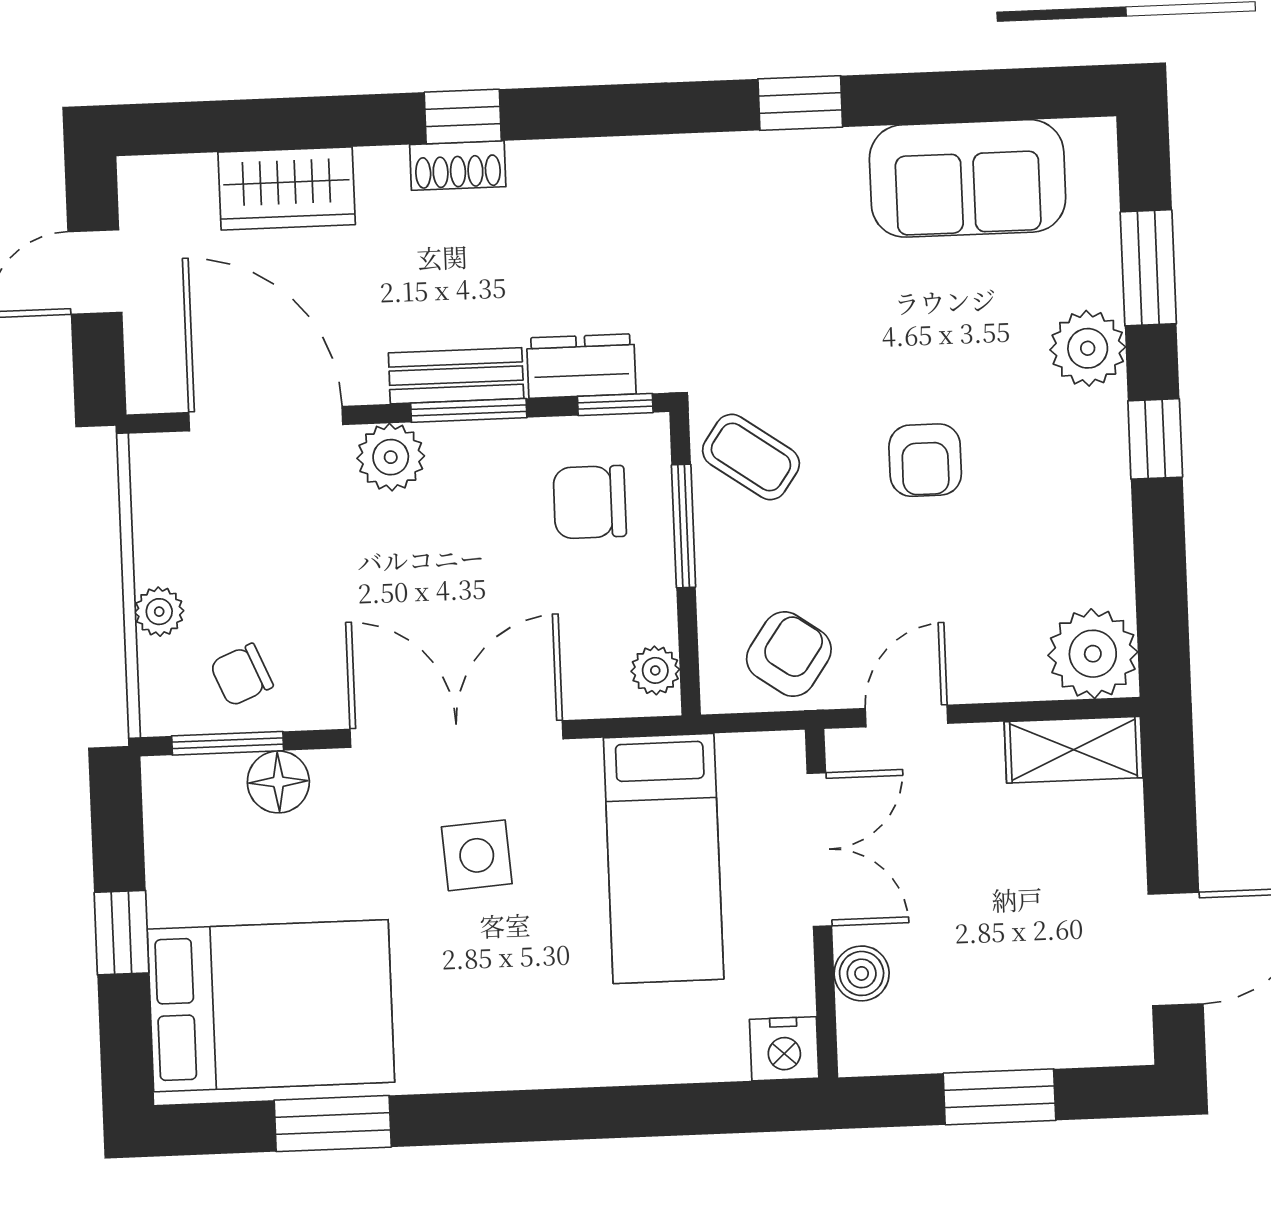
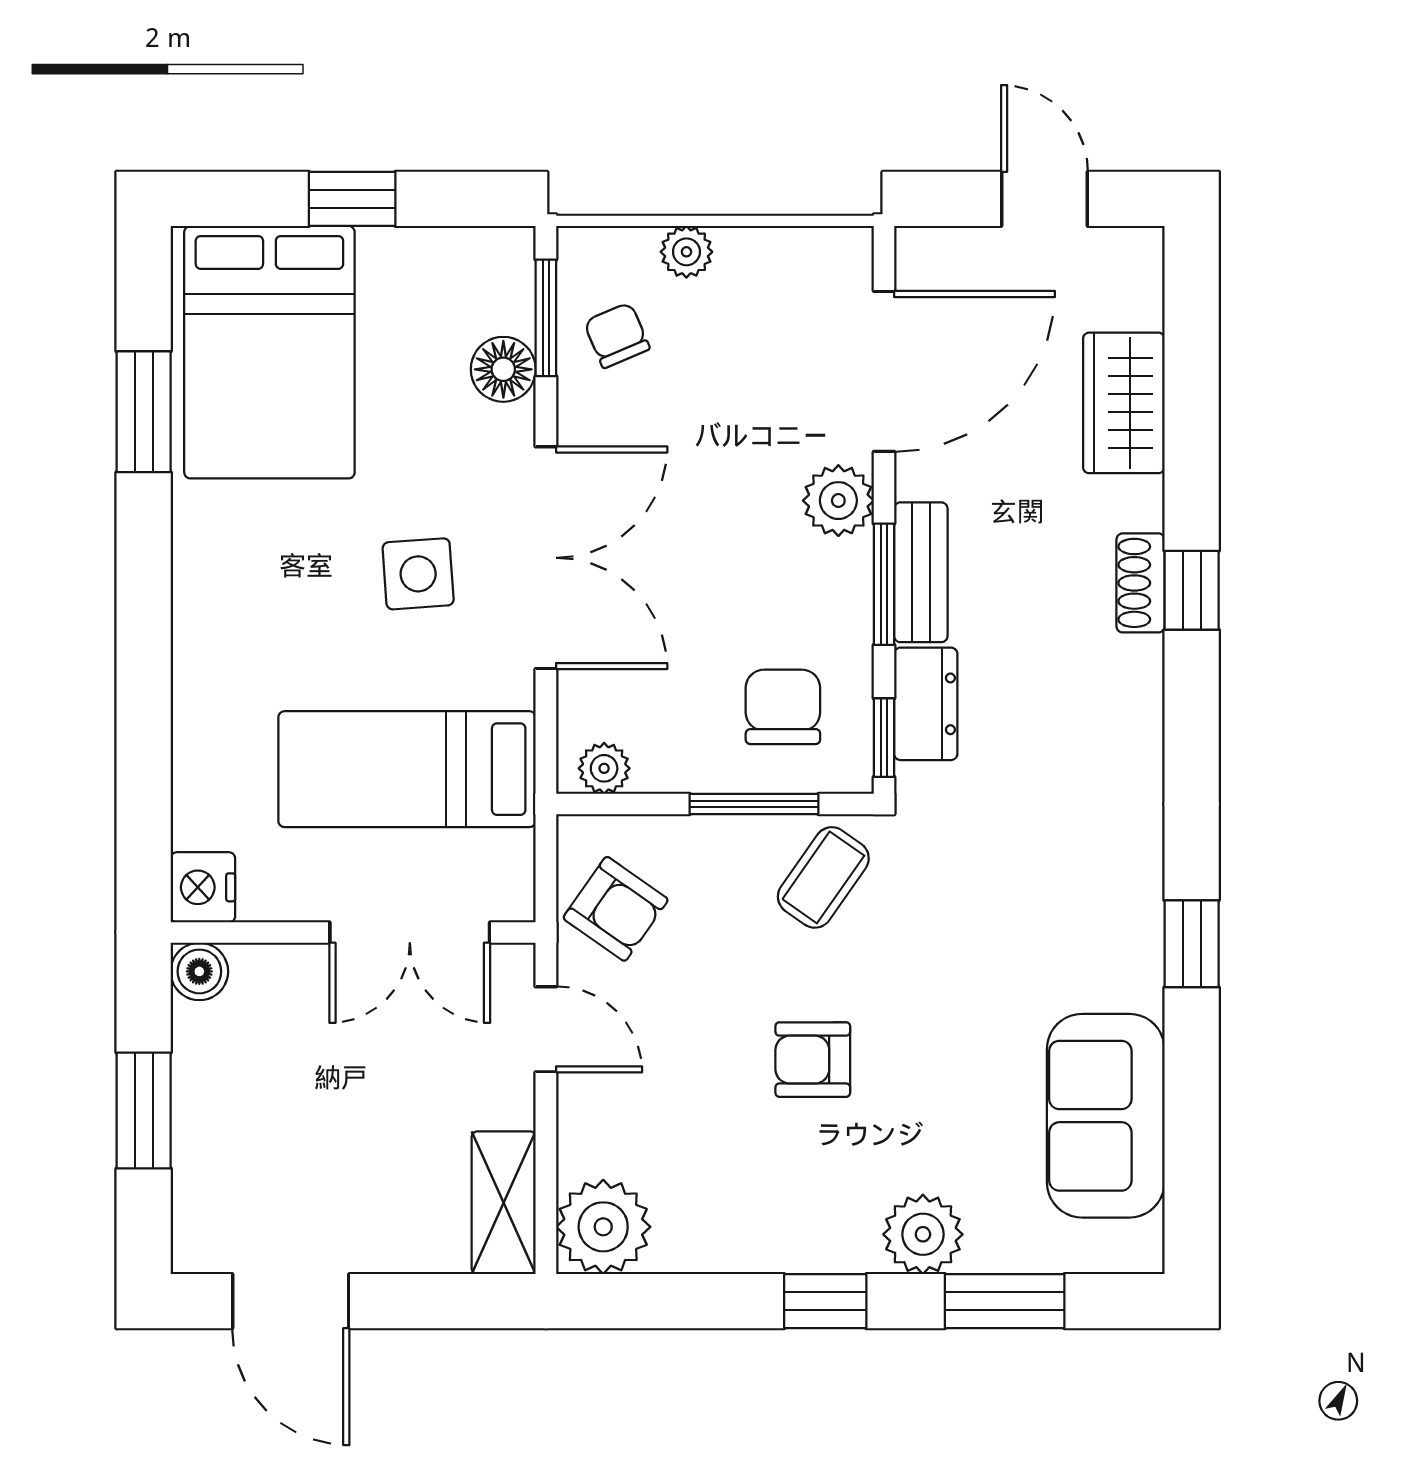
boiler: (862, 973) -> (199, 971), moved

